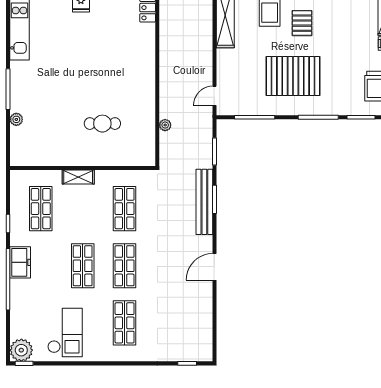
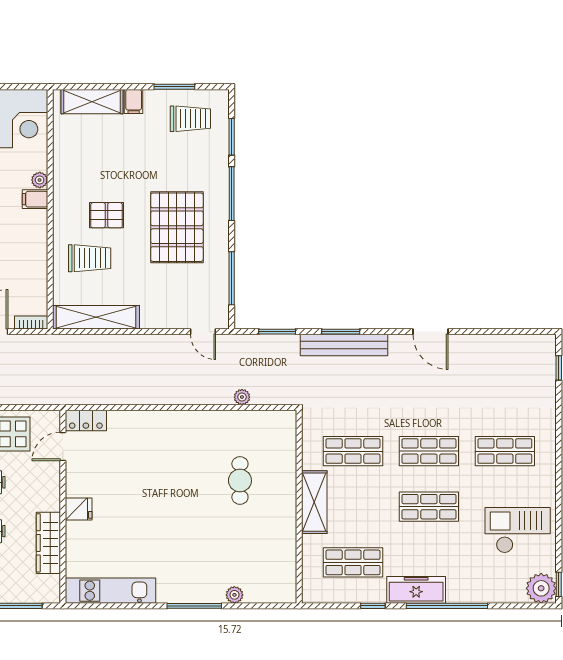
shelving: (78, 177) -> (314, 502), width x1.50, depth x1.33
freezer: (20, 262) -> (416, 590), width x1.40

